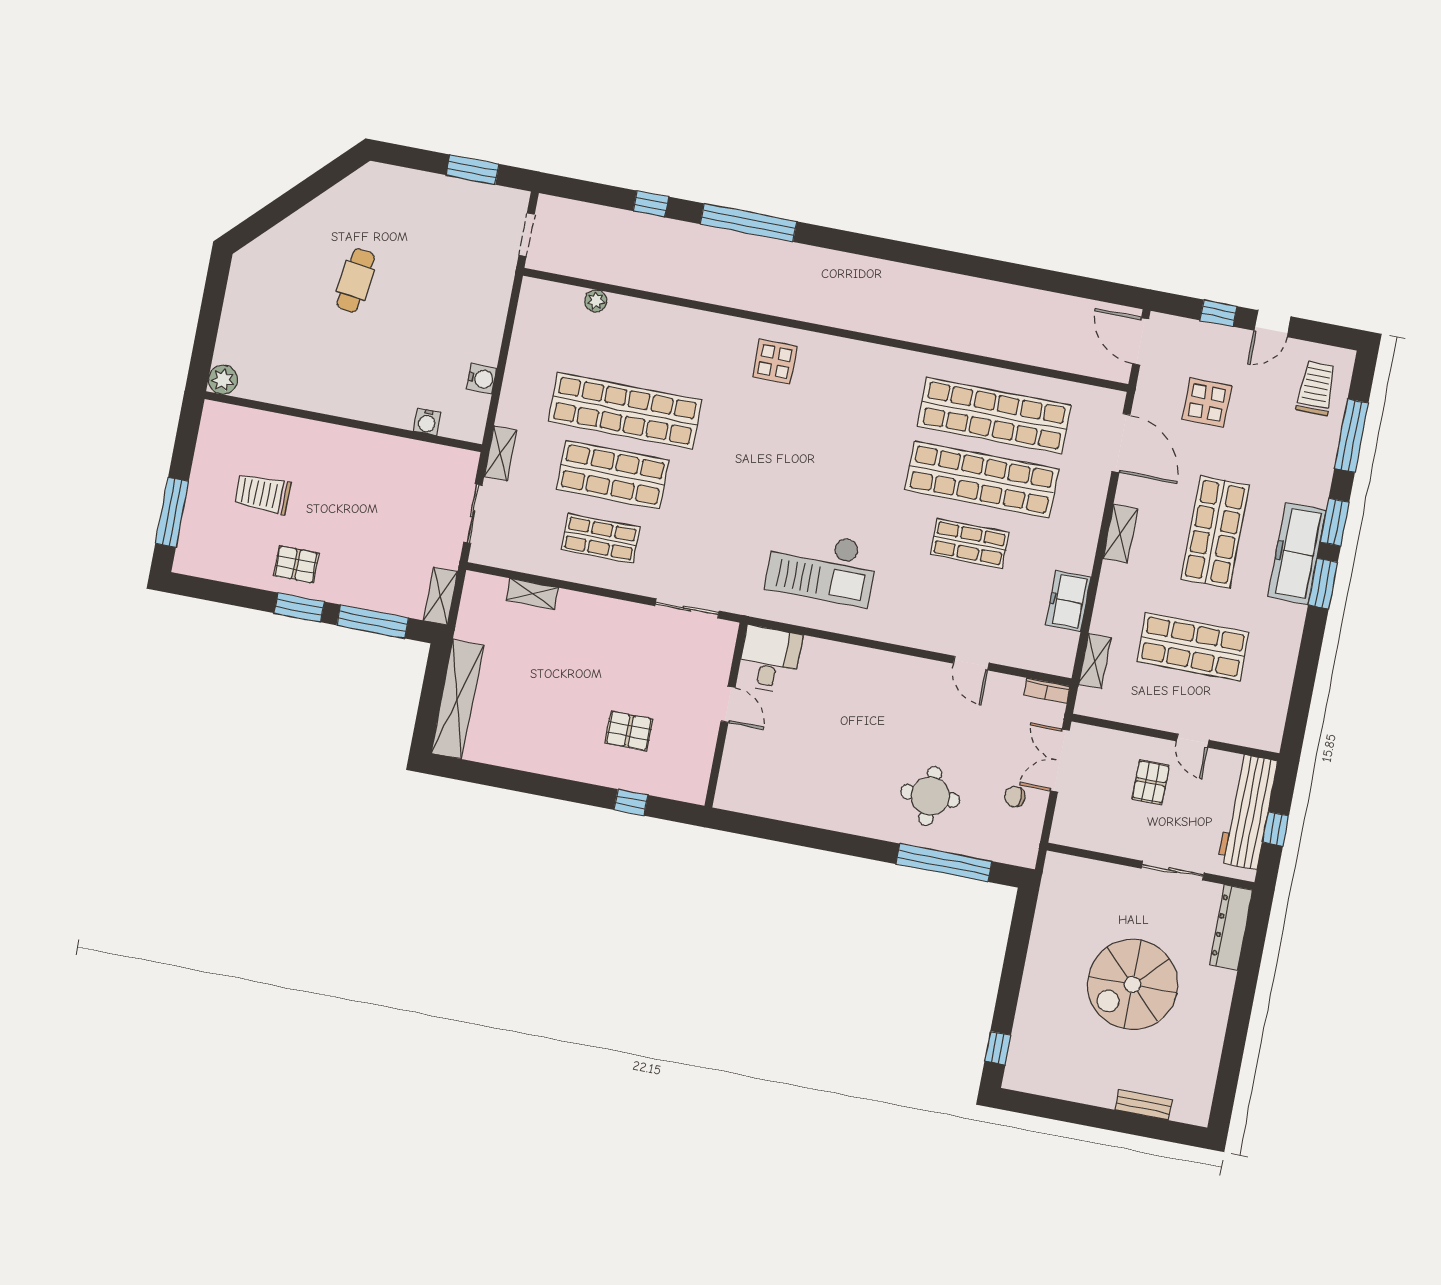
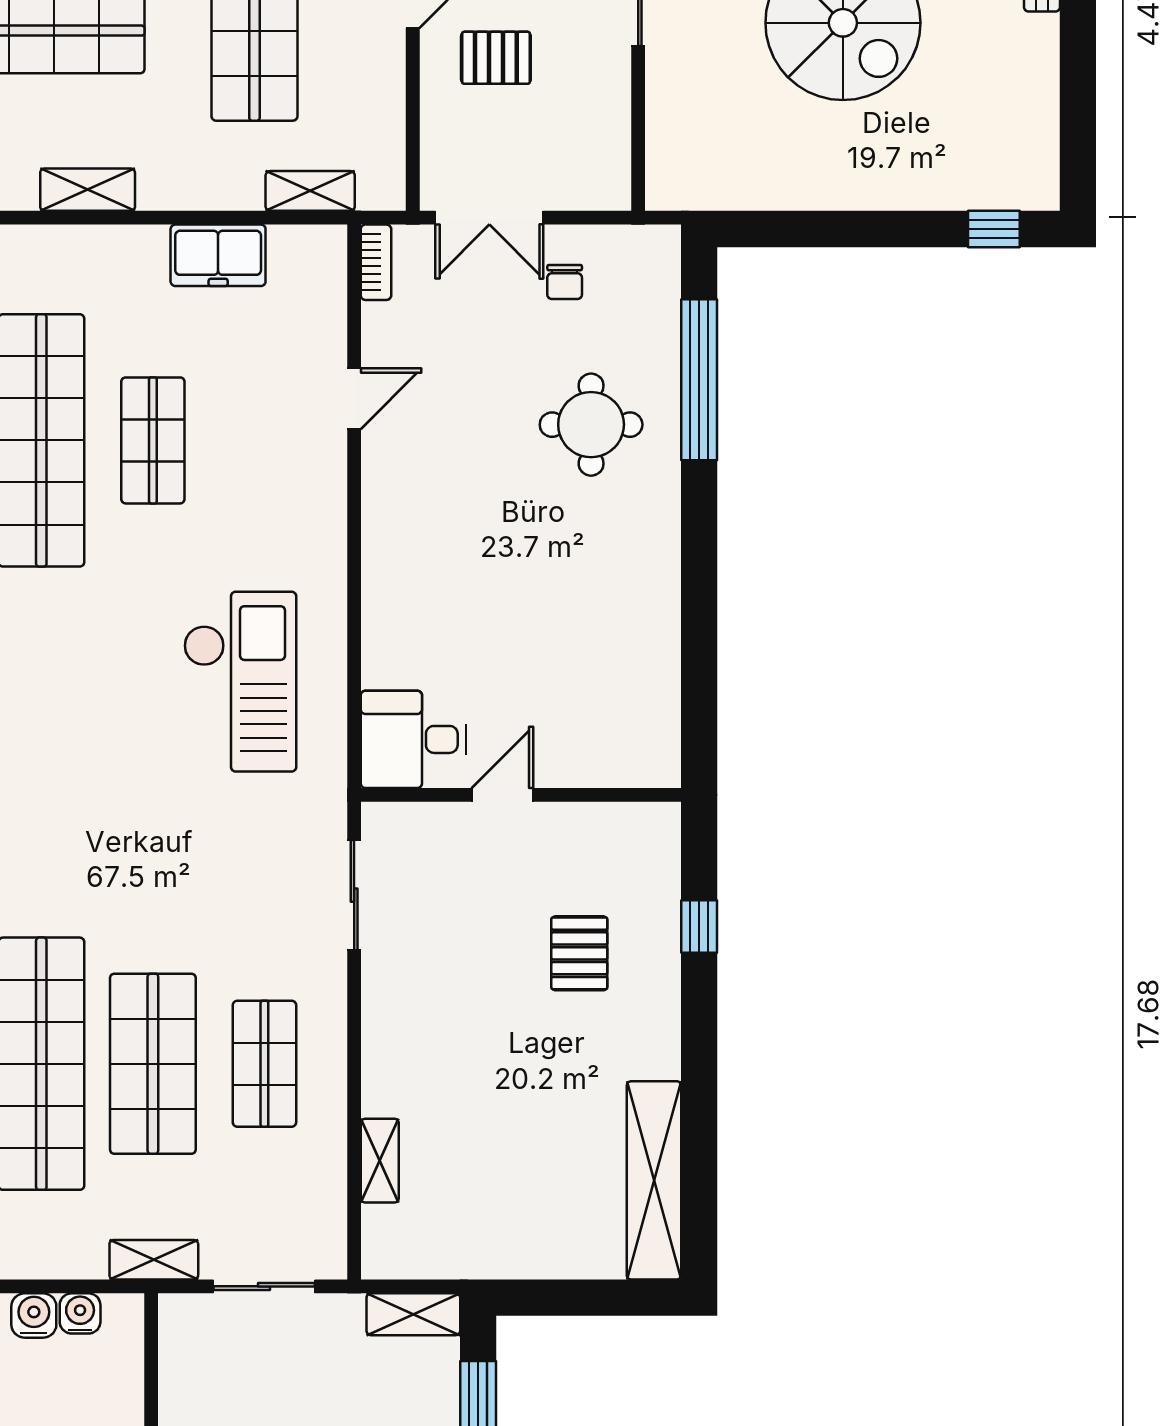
water cooler: (427, 422) -> (80, 1313), moved, turned -90
shelving: (457, 699) -> (654, 1180), moved, turned 90

